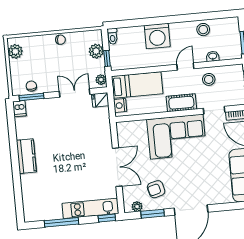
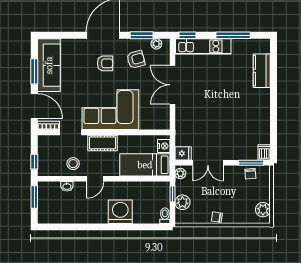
stool: (203, 30) -> (74, 214), removed
kitchen counter: (26, 156) -> (262, 71), moved
armchair: (186, 182) -> (105, 63), added

